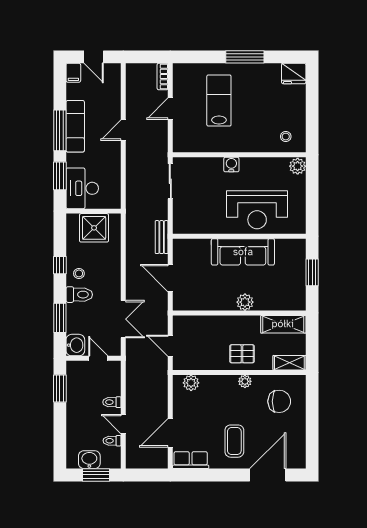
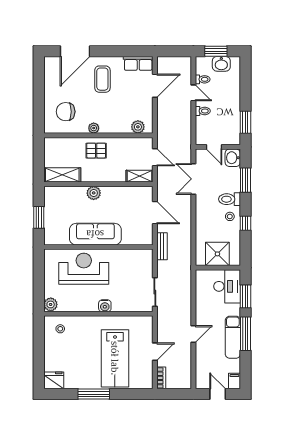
lab bench: (219, 101) -> (115, 358), width x1.36, depth x1.39
shelving: (289, 363) -> (140, 176), moved

